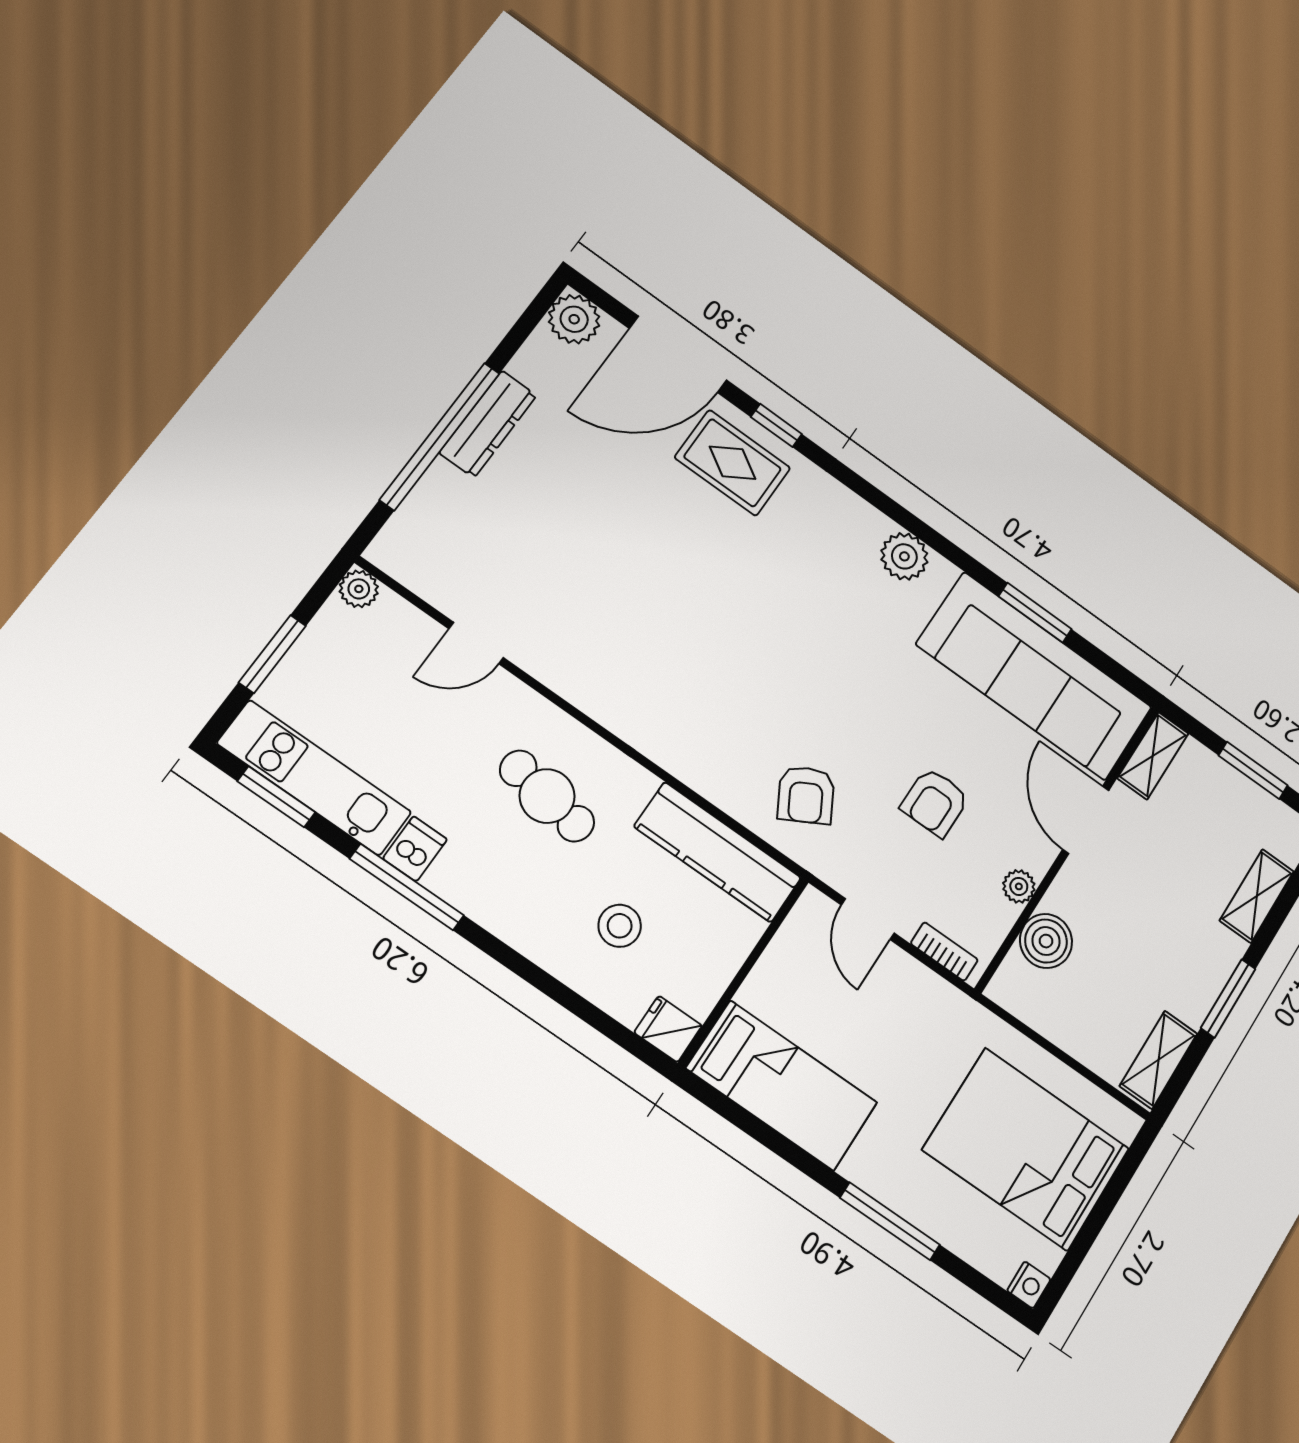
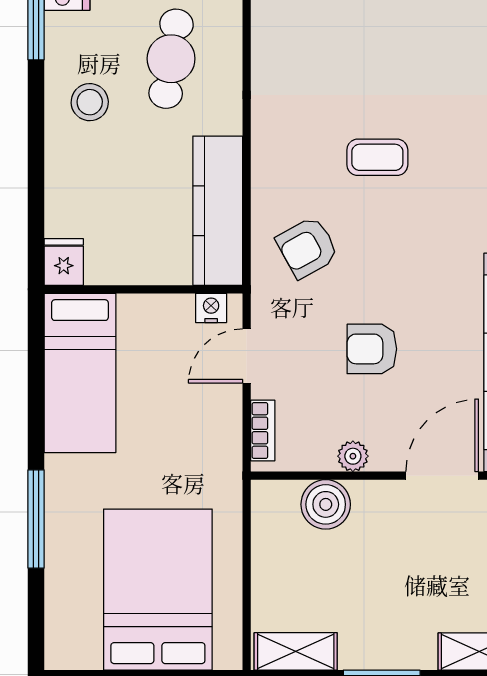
coffee table: (767, 676) -> (377, 157), added
stool: (620, 926) -> (90, 102), moved
nightstand: (1029, 1285) -> (211, 308), moved, turned 180

